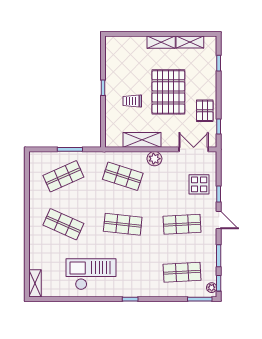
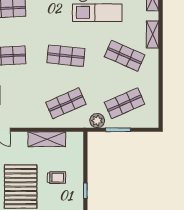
plant: (154, 159) -> (97, 121), moved
shop shelf: (123, 176) -> (66, 103), turned -42
shelving: (35, 246) -> (153, 34), added

